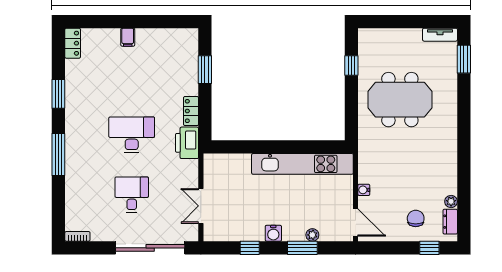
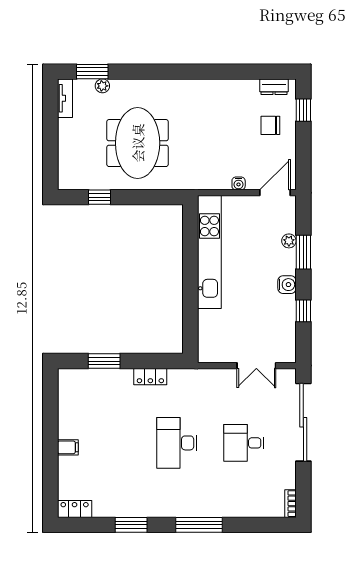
printer: (187, 143) -> (186, 381), removed
plant: (451, 201) -> (102, 86), moved

